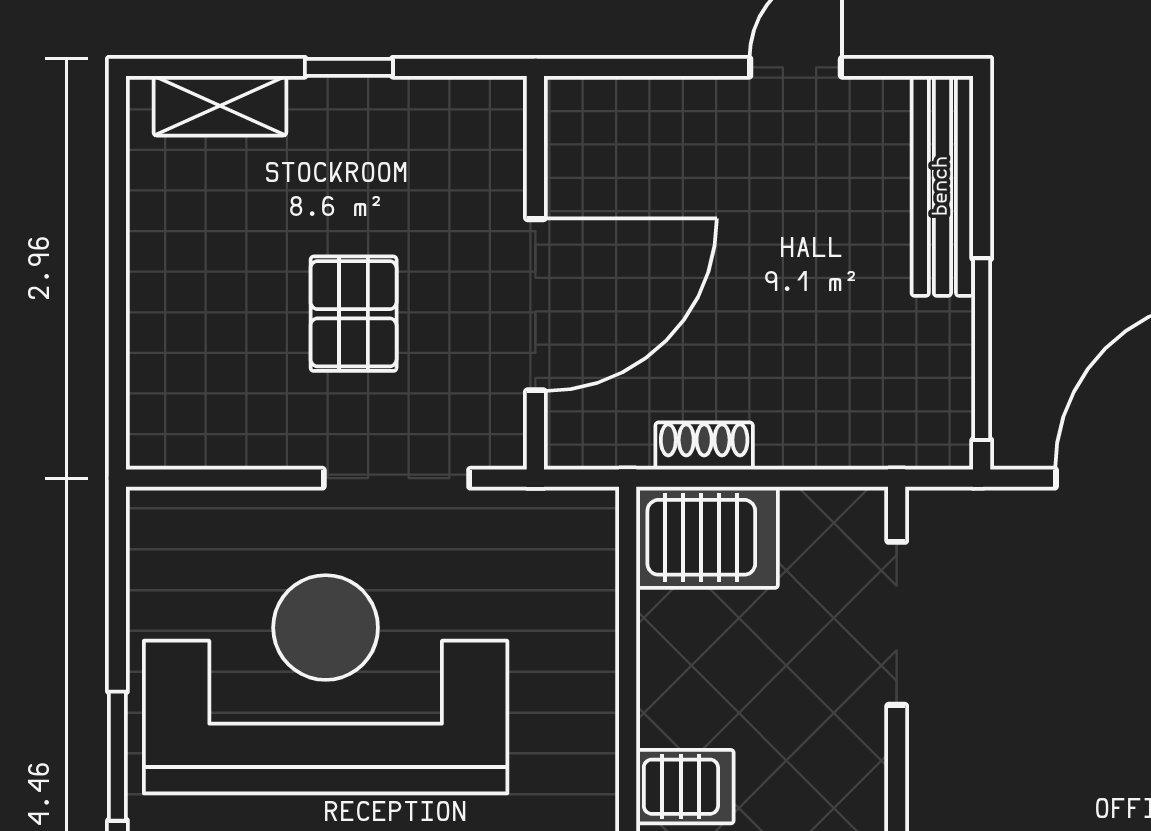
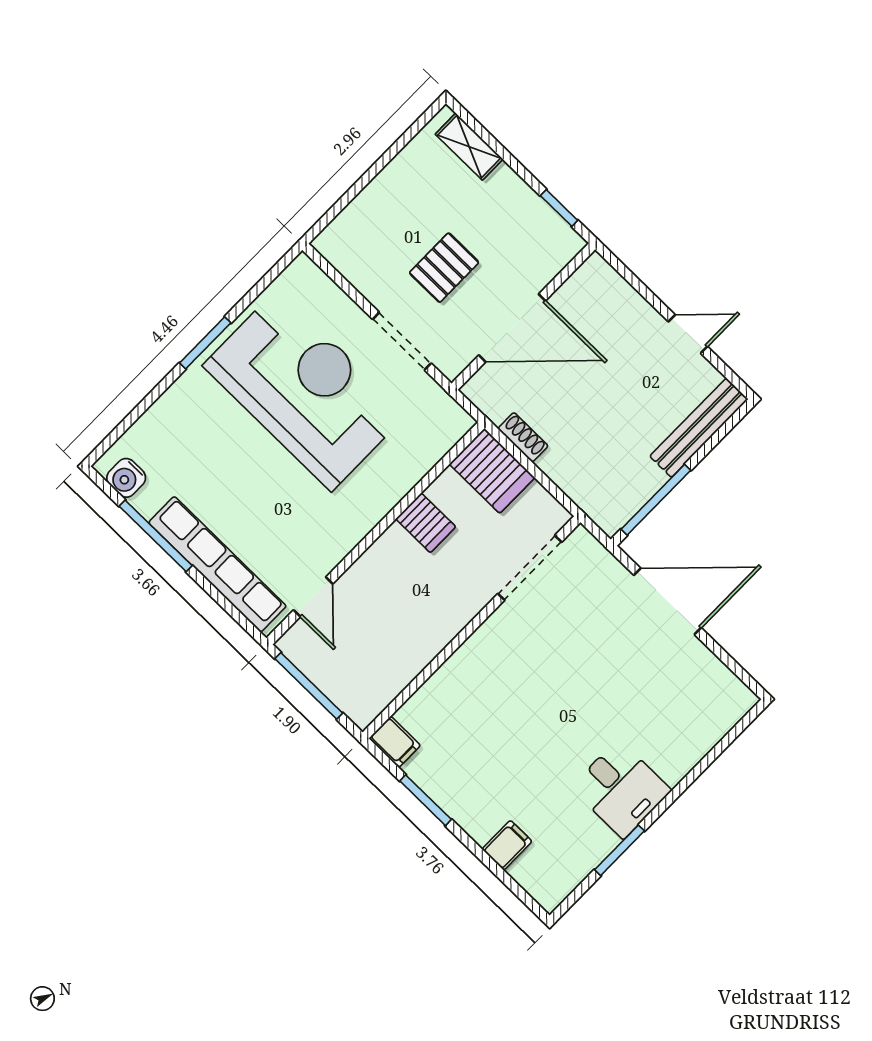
window: (349, 67) -> (559, 208), moved
server rack: (685, 787) -> (426, 523), moved

